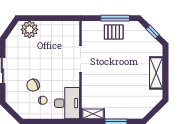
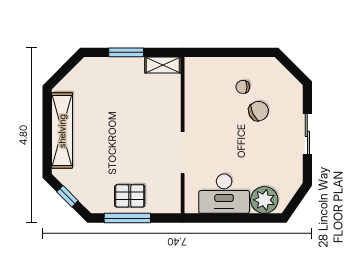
shelving: (156, 73) -> (62, 131), width x1.47
desk: (67, 103) -> (224, 194), moved, turned -90

